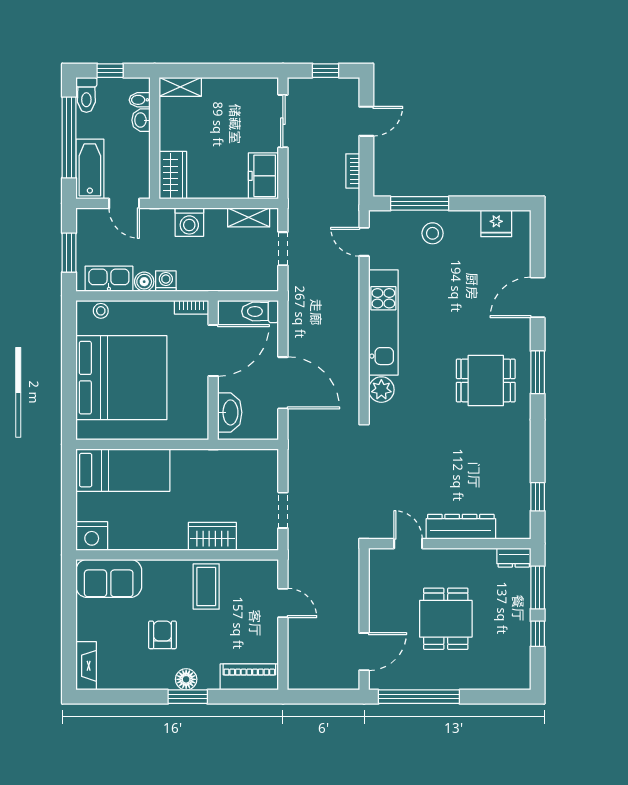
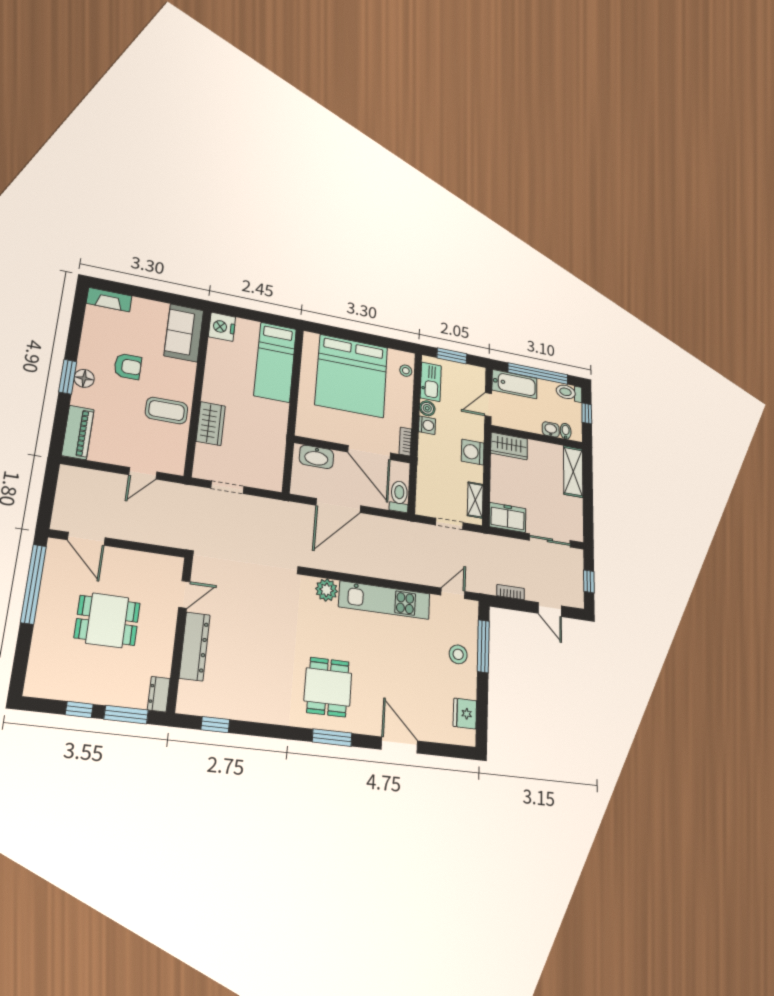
shelving: (180, 87) -> (573, 472), width x1.50, depth x1.33

